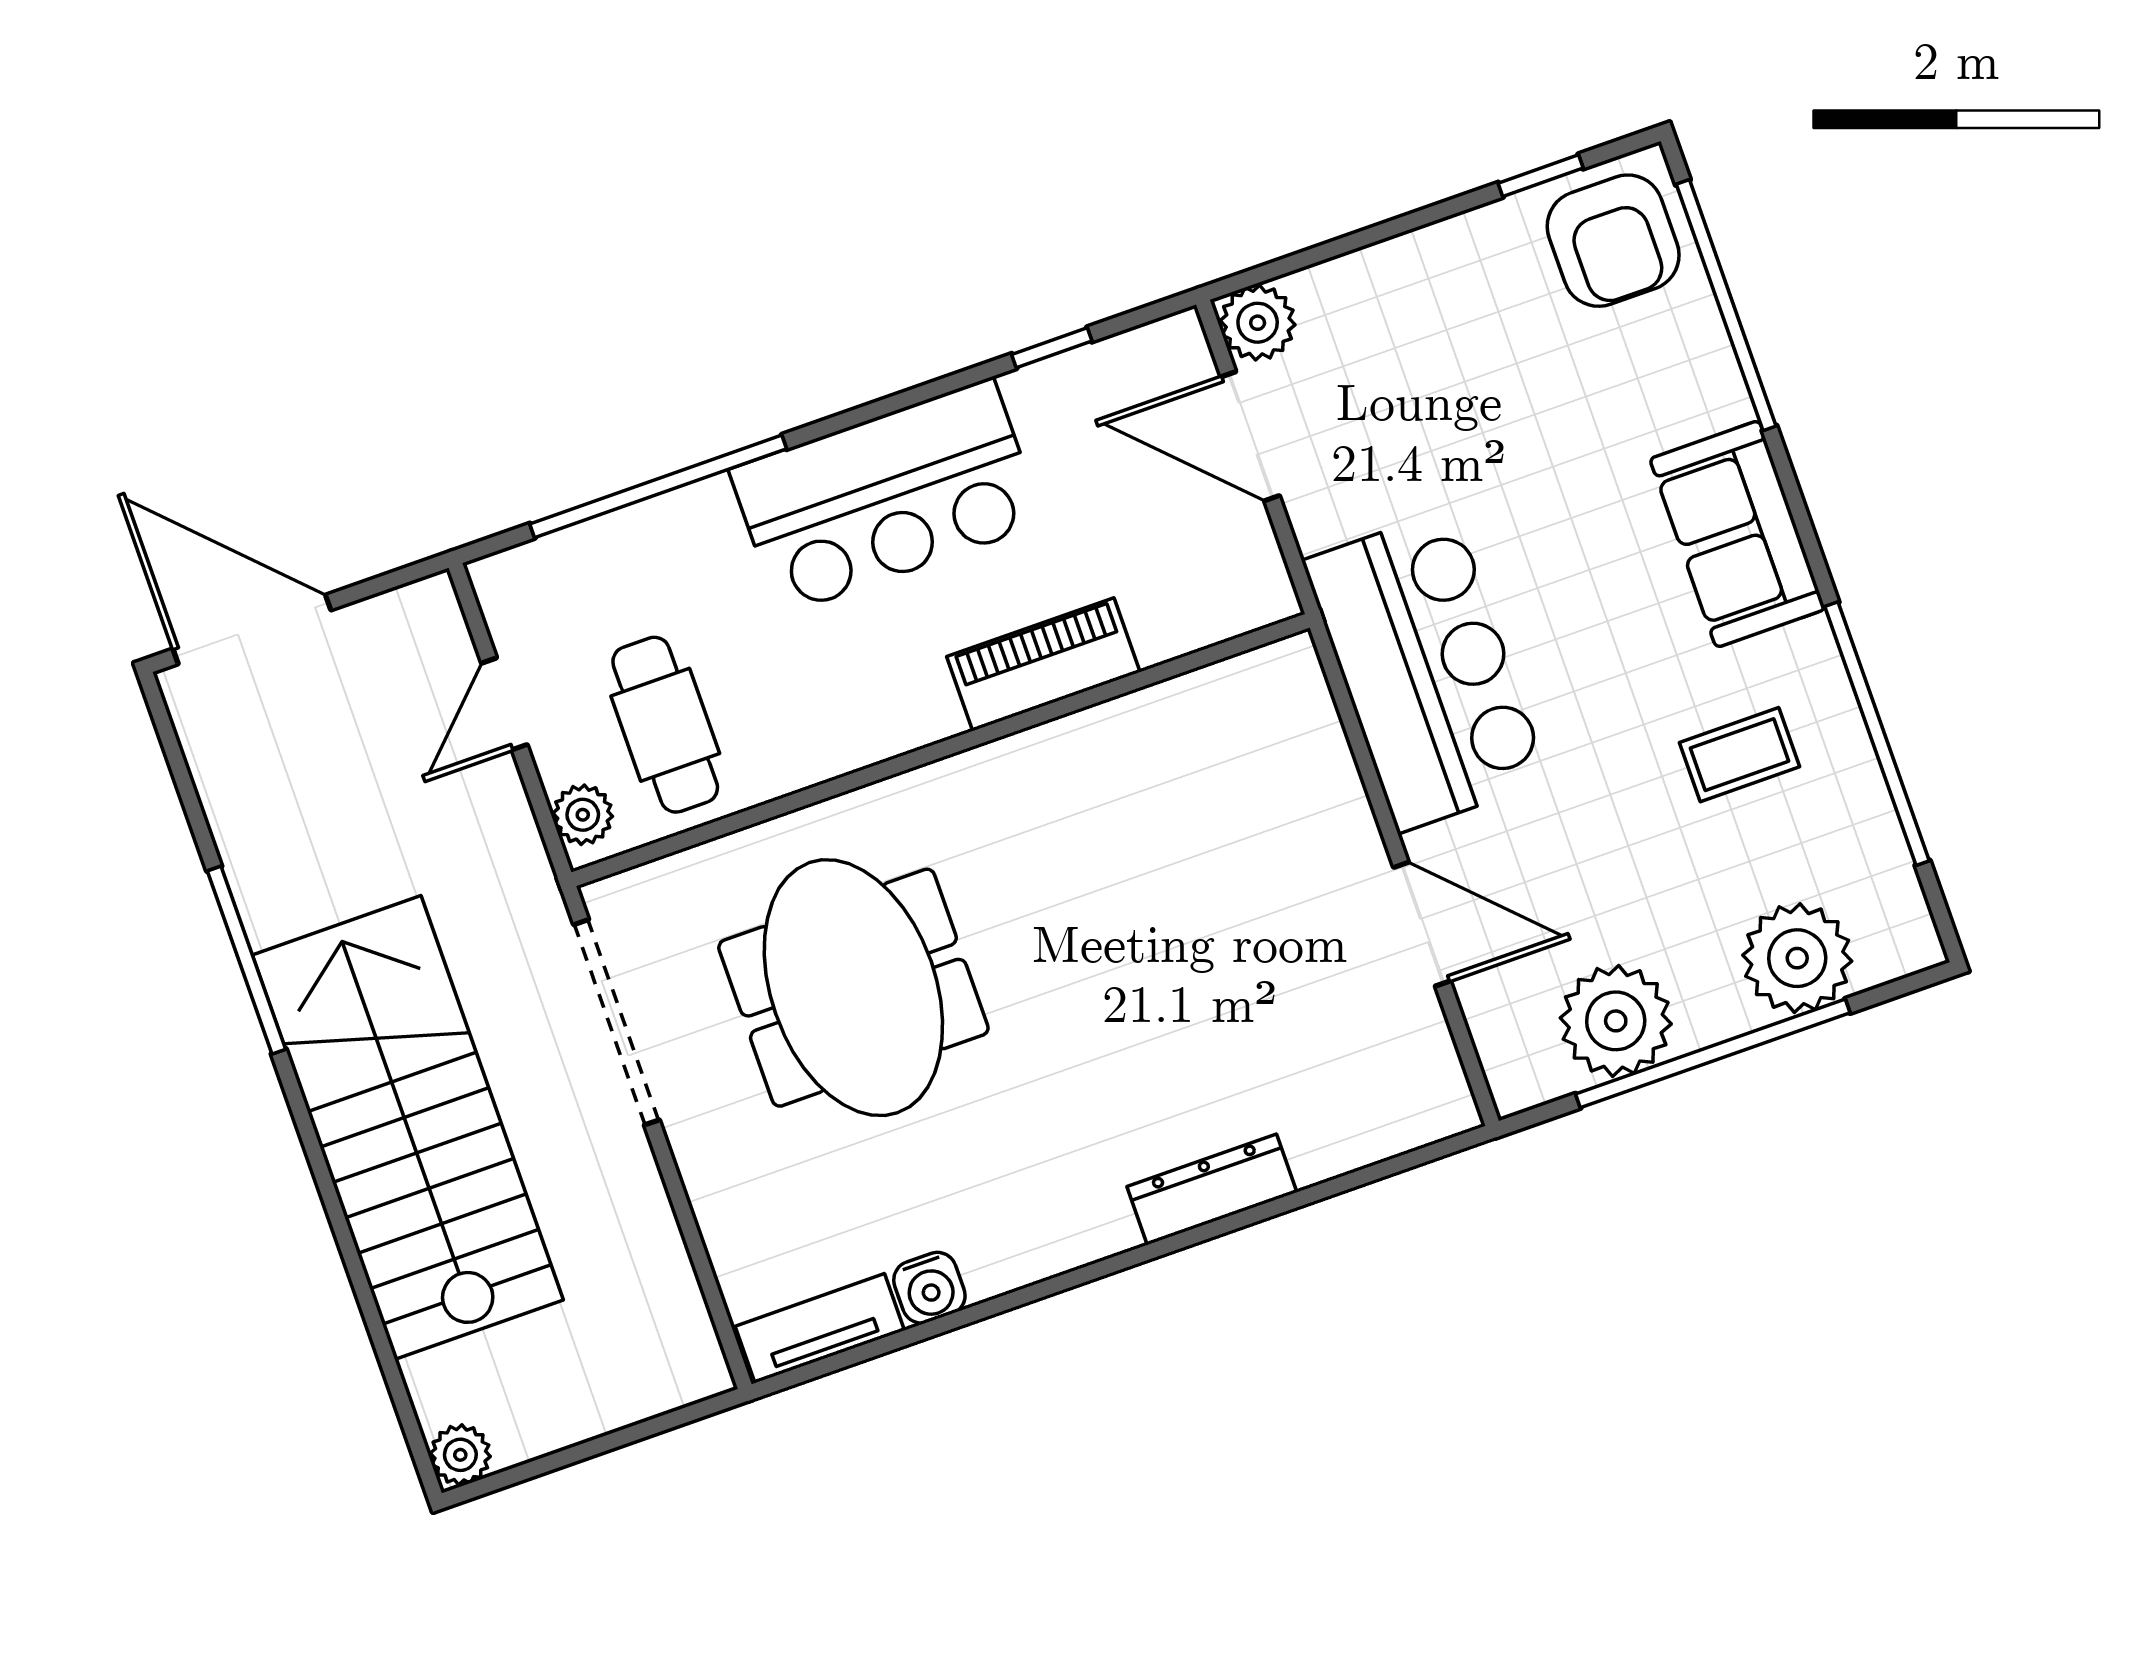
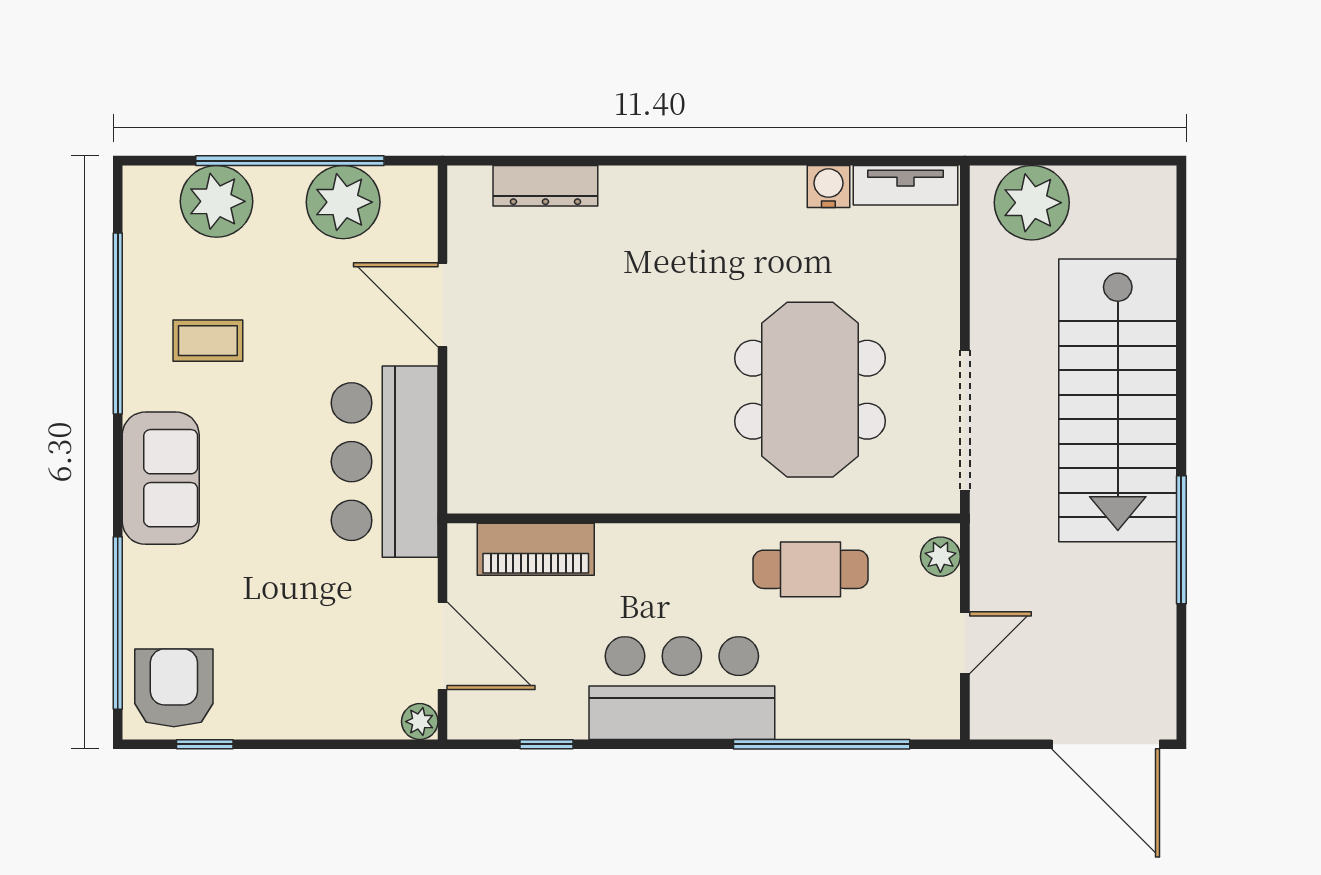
plant: (1258, 323) -> (420, 722), width x0.73, depth x0.73
piano: (1043, 664) -> (536, 549), moved
cafe table: (665, 725) -> (811, 569), moved, turned 90
dresser: (1212, 1189) -> (545, 186), moved
plant: (460, 1455) -> (1032, 203), moved, width x1.88, depth x1.88

